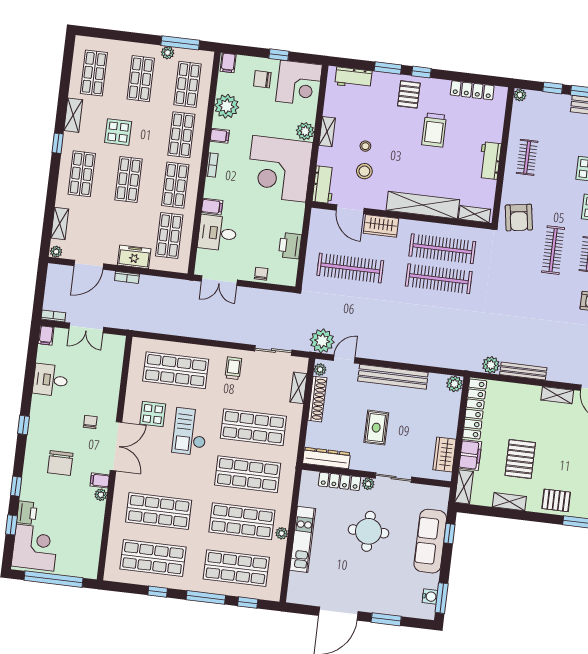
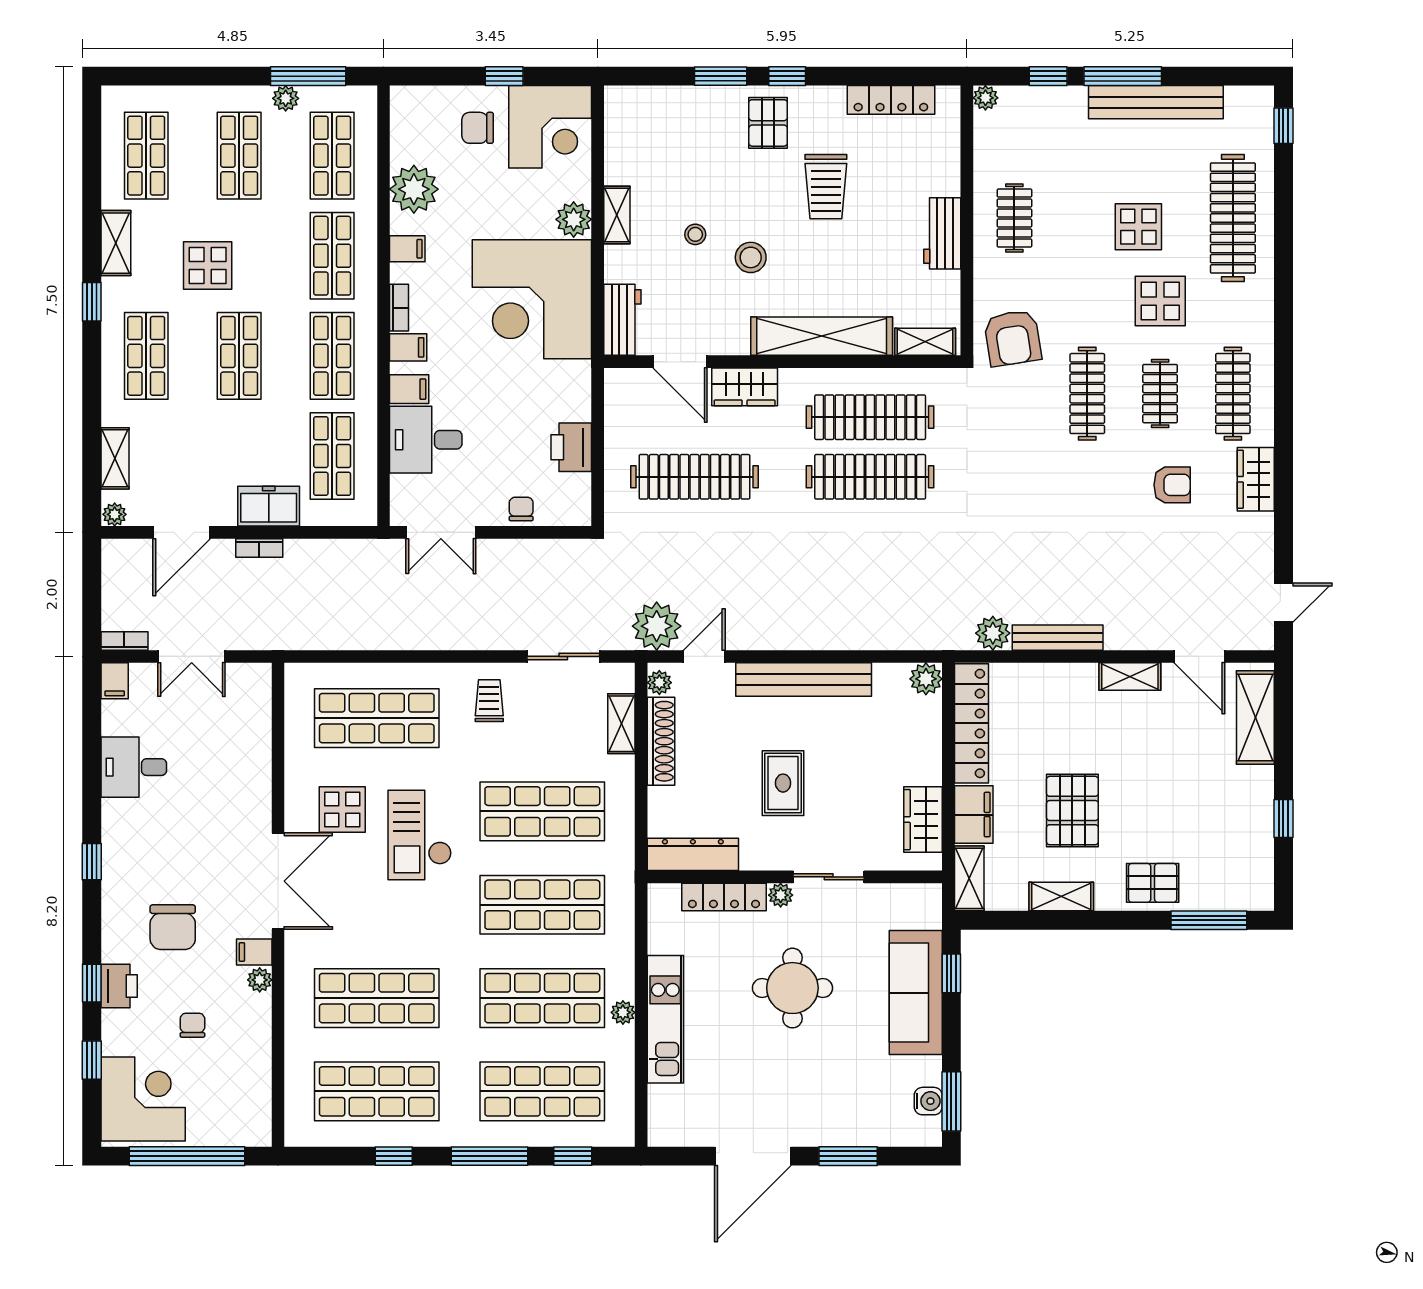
filing cabinet: (228, 63) -> (408, 347), moved, turned -90
workbench: (353, 78) -> (655, 103), removed
stool: (364, 171) -> (751, 257), moved
chair: (90, 422) -> (192, 1025), moved
printer: (27, 513) -> (119, 986), moved

